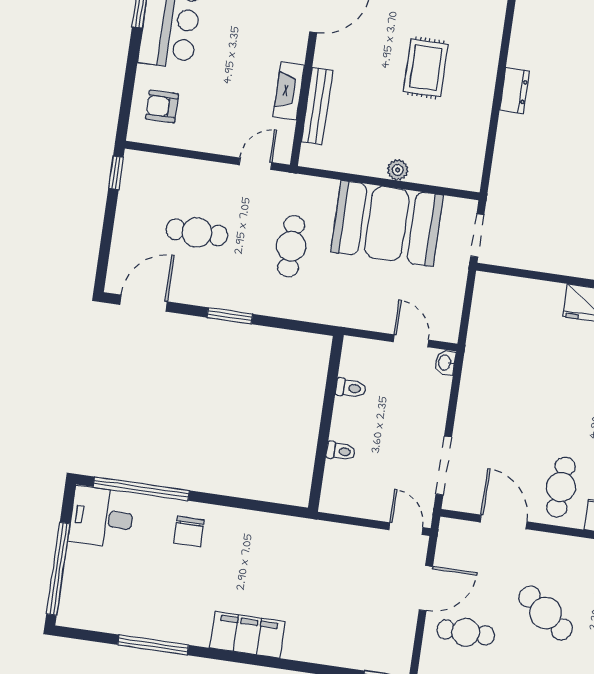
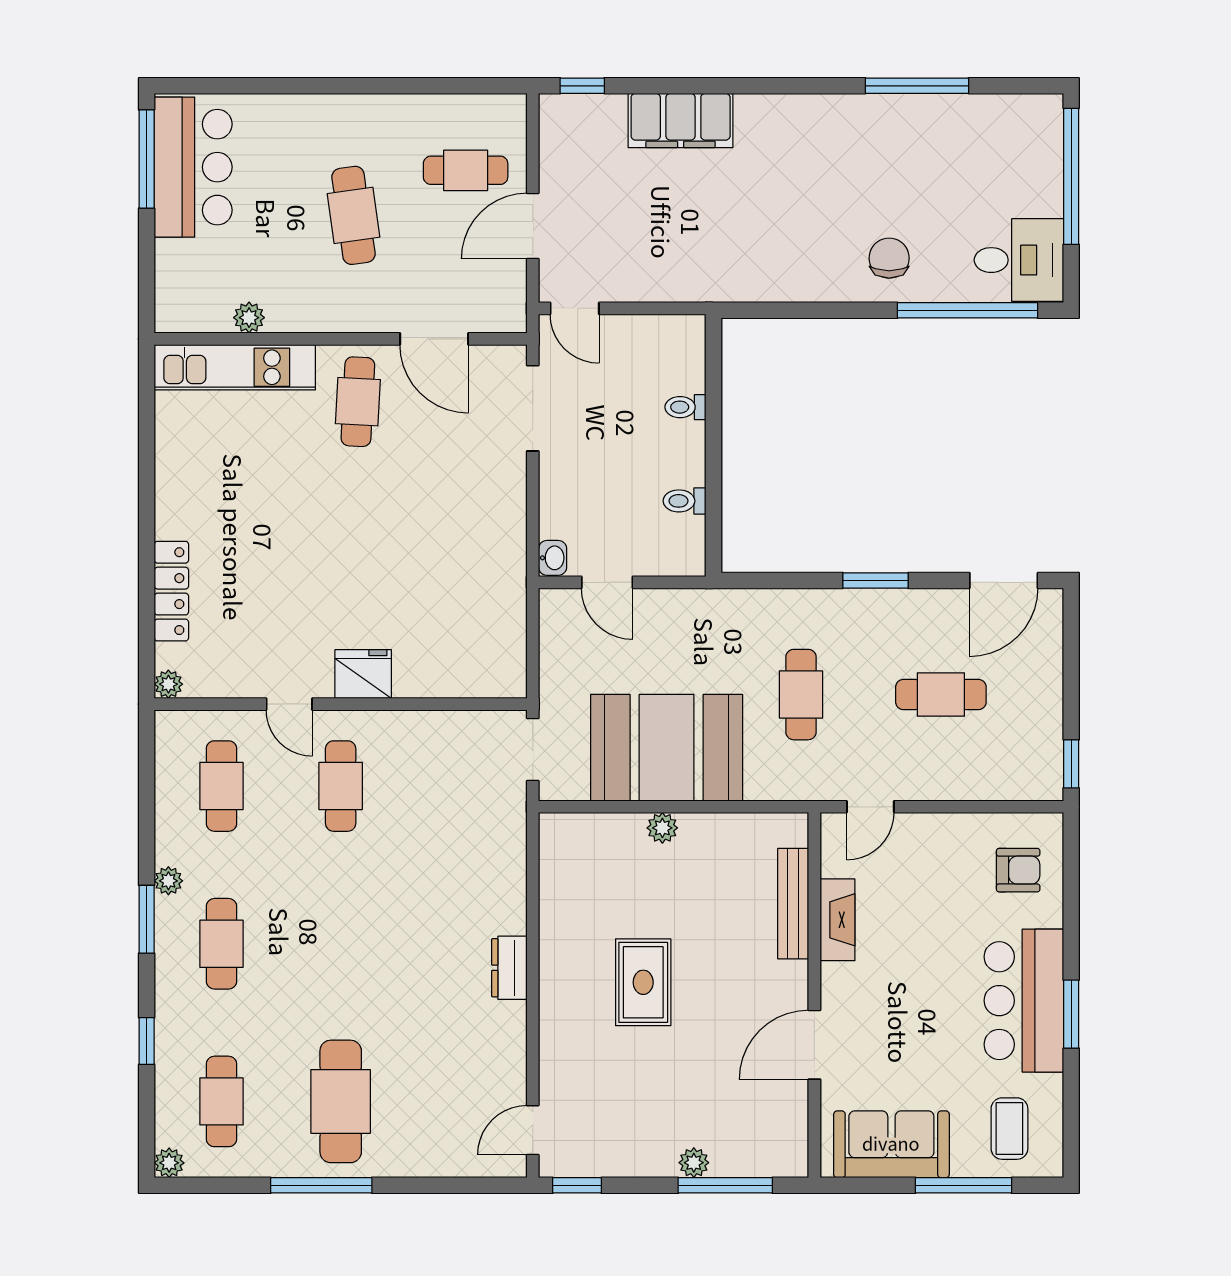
cafe table: (546, 613) -> (353, 215), turned 45
filing cabinet: (247, 635) -> (681, 121), moved

